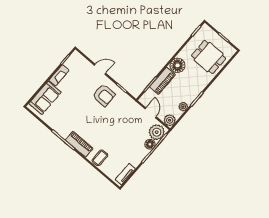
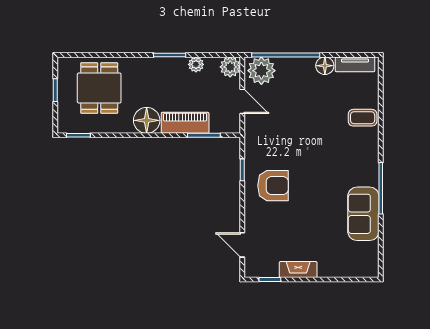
door: (100, 69) -> (242, 245), moved
armchair: (104, 95) -> (273, 186), turned 90
sofa: (45, 98) -> (363, 214), moved, turned -90
door: (151, 113) -> (242, 101), swing flipped
piano: (79, 144) -> (368, 162), removed
floor lamp: (150, 144) -> (325, 66), moved

